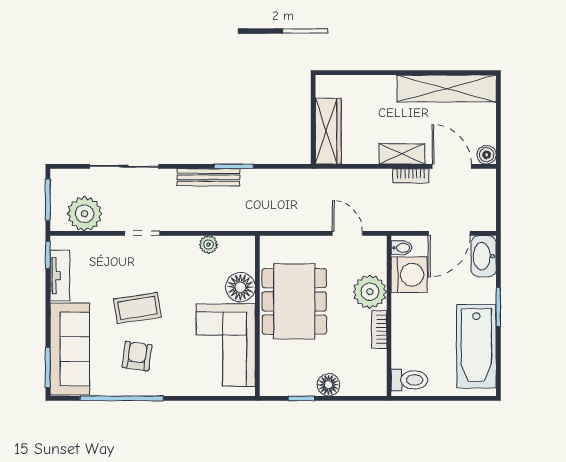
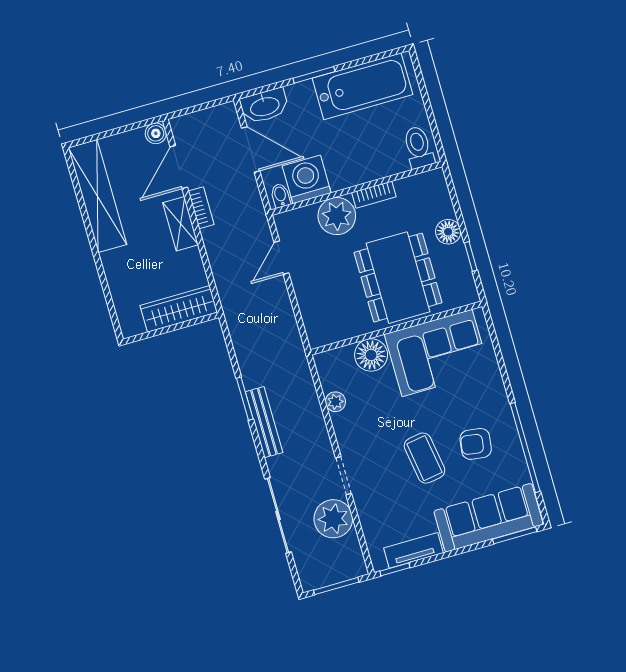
plant: (85, 214) -> (333, 519), moved
dining table: (294, 301) -> (398, 278), moved, turned 90

